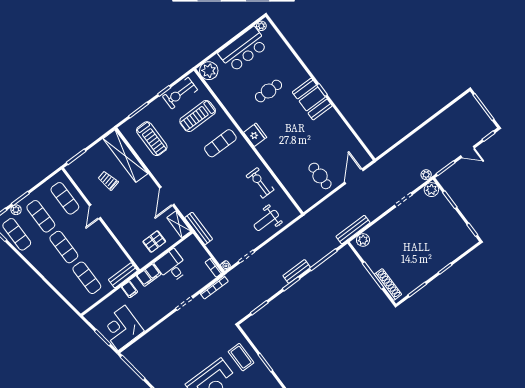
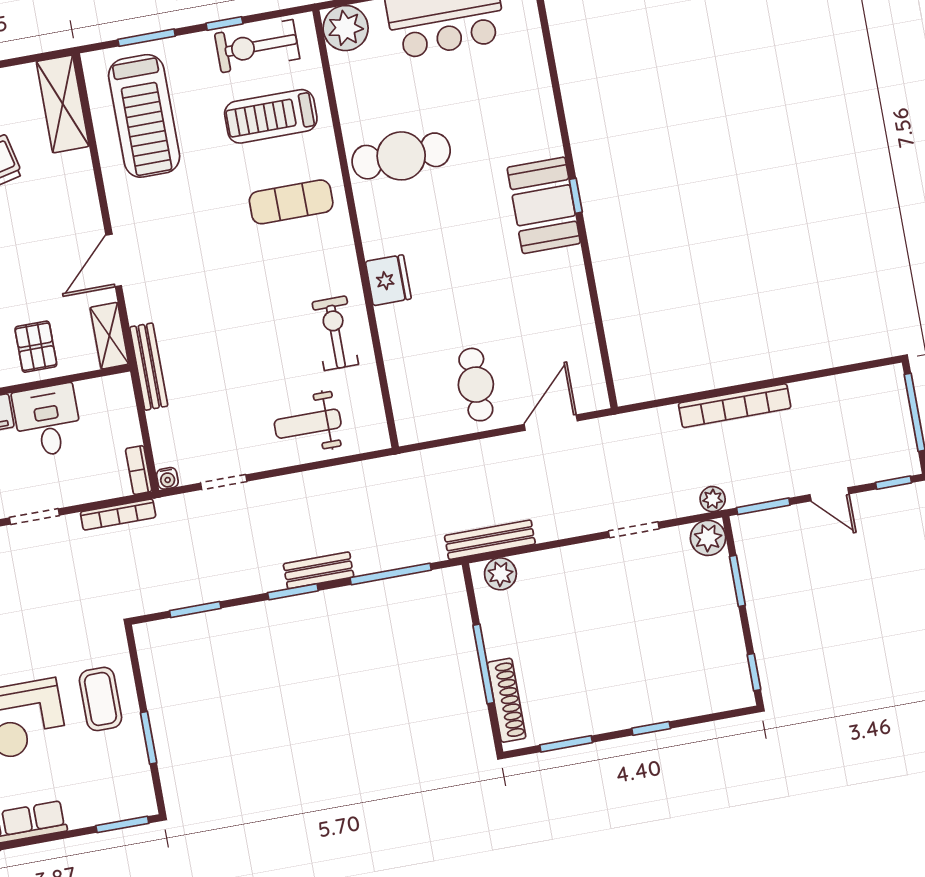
cafe table: (269, 91) -> (401, 156), moved, width x1.37, depth x1.35
fridge: (255, 135) -> (388, 280), moved
bookcase: (417, 137) -> (735, 406), added
treadmill: (152, 139) -> (144, 116), width x1.37, depth x1.38
shelving: (125, 156) -> (63, 104), width x0.68
pallet: (154, 242) -> (36, 347), turned 90

